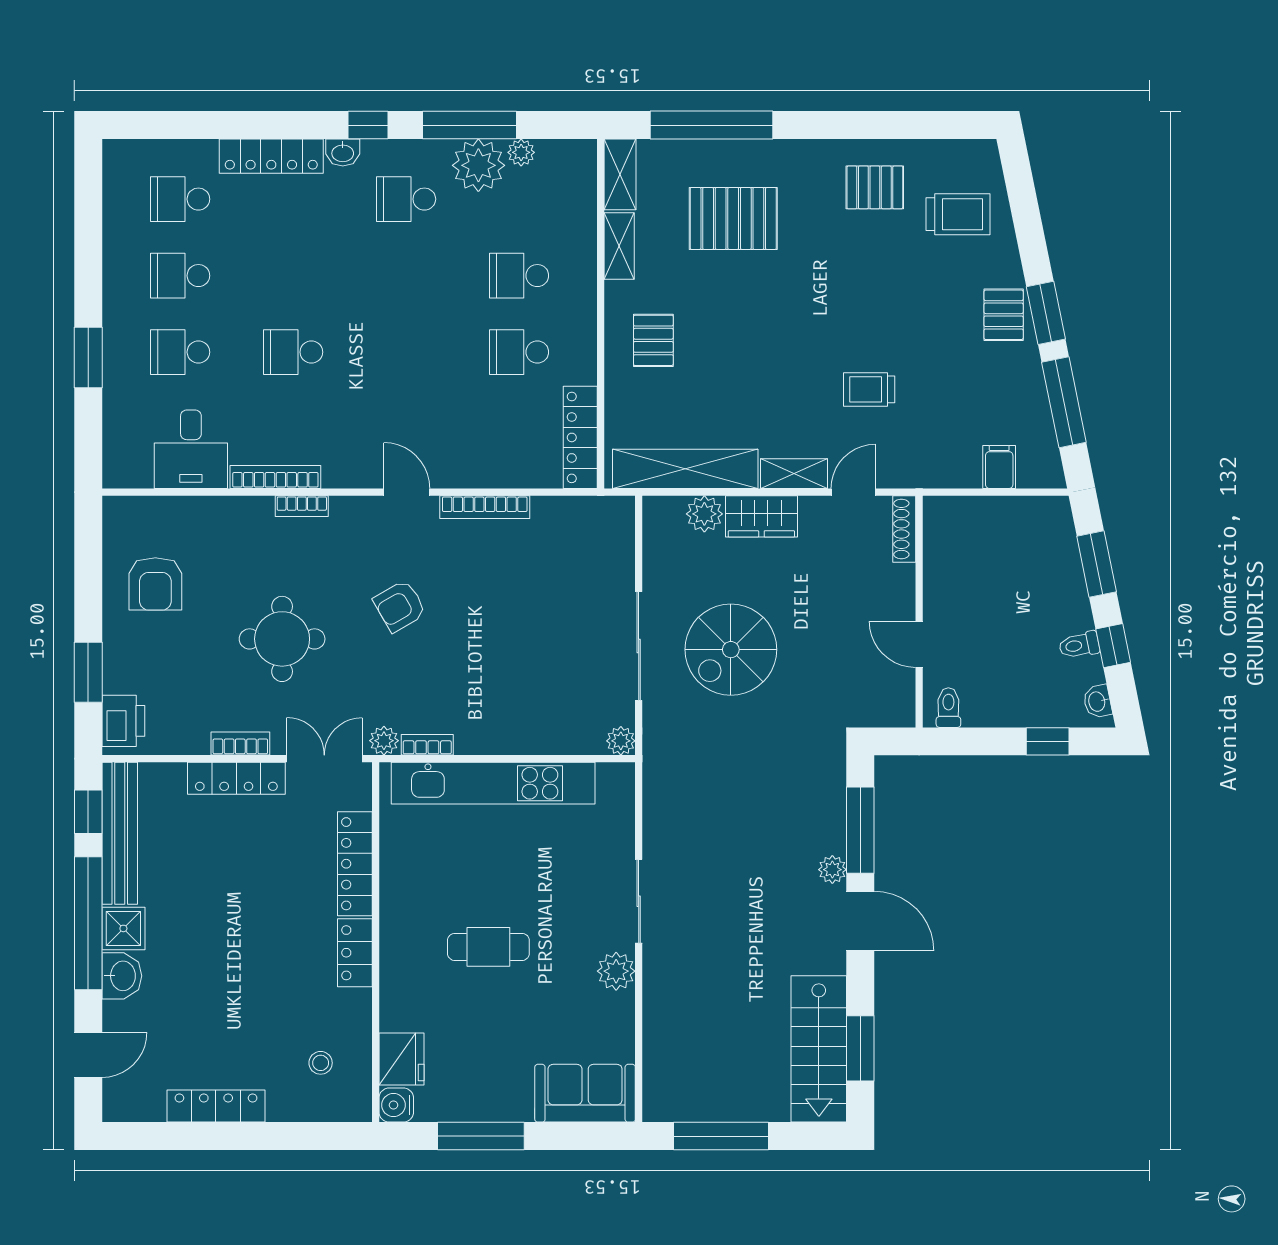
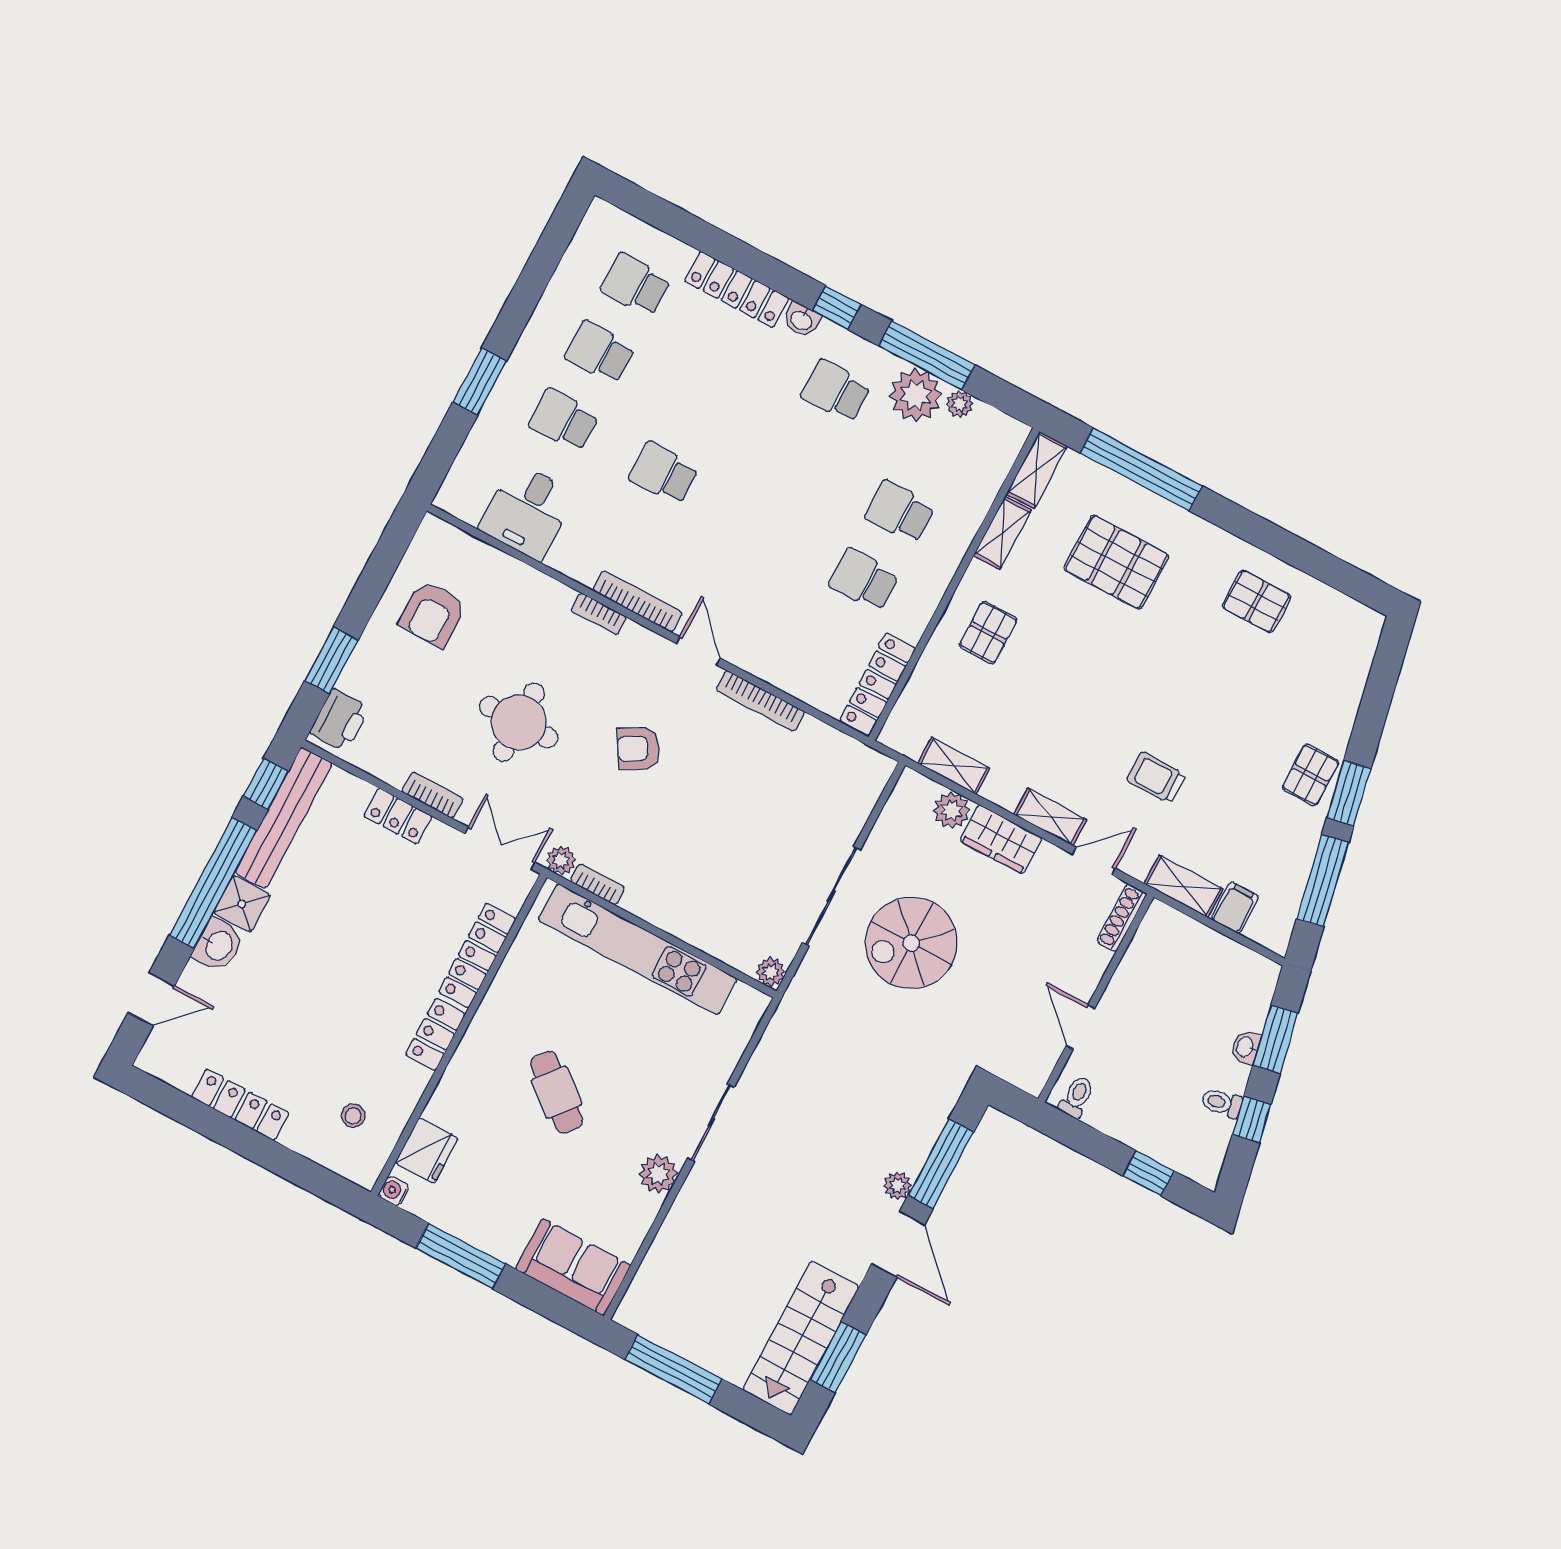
trolley: (958, 214) -> (1317, 664), removed
shelving: (685, 469) -> (954, 766), width x0.45, depth x0.75
shelving: (944, 472) -> (1183, 886), added
bookcase: (275, 477) -> (637, 601), moved
washbasin: (1097, 701) -> (1246, 1047), moved
locker: (236, 778) -> (398, 816), width x0.66
cafe table: (488, 947) -> (556, 1092), turned 40
water cooler: (396, 1105) -> (394, 1191), width x0.72, depth x0.72

